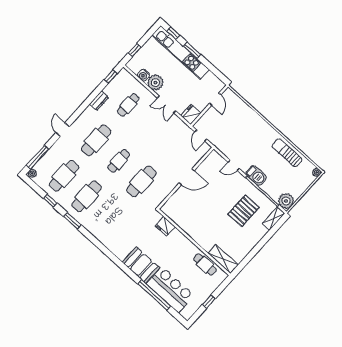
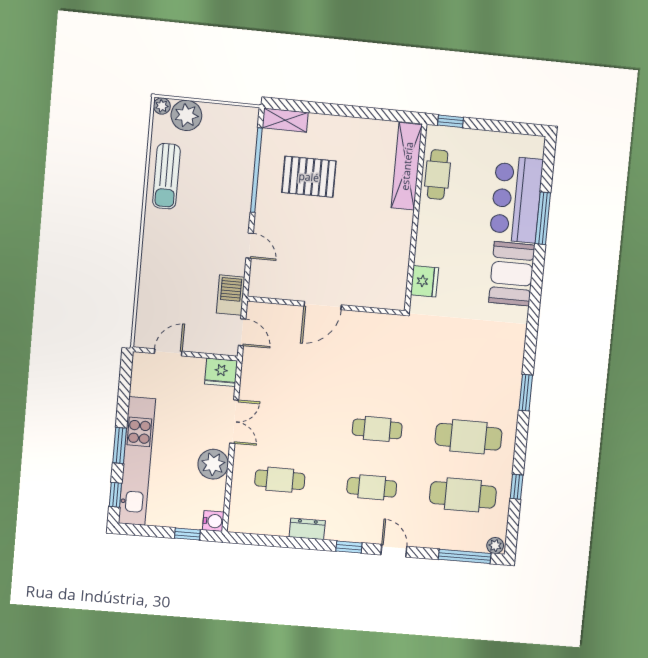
water cooler: (144, 75) -> (213, 521), moved
window: (111, 77) -> (349, 547), moved
door: (63, 130) -> (394, 551), swing flipped
door: (201, 135) -> (242, 332), hinge flipped
cafe table: (96, 140) -> (372, 487), width x0.73, depth x0.74
barbecue: (256, 176) -> (231, 295), moved
door: (187, 177) -> (323, 305), swing flipped
cafe table: (141, 181) -> (383, 370), removed
plant: (286, 201) -> (186, 115), moved
window: (72, 221) -> (526, 393), moved
shelving: (223, 259) -> (407, 166), width x1.47
window: (154, 295) -> (543, 218), width x0.68
window: (209, 302) -> (450, 121), moved

